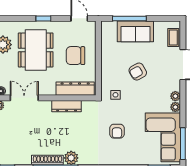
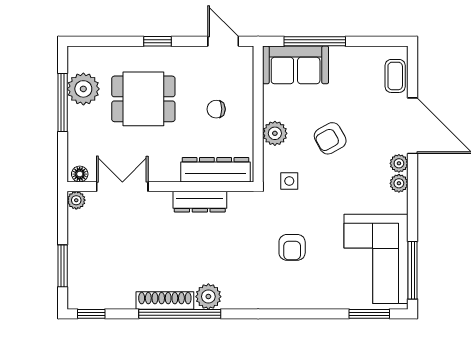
sofa: (135, 31) -> (296, 65), moved
dining table: (36, 50) -> (143, 99), width x0.73
chair: (75, 56) -> (216, 109), width x0.54, depth x0.54
plant: (108, 69) -> (275, 133), added
plant: (175, 107) -> (399, 163), moved

